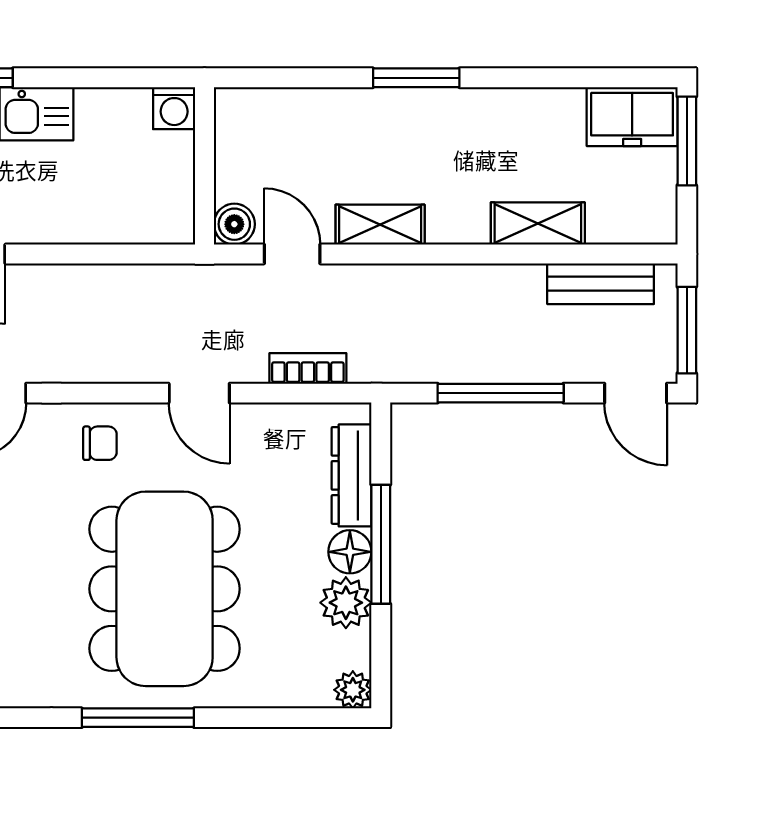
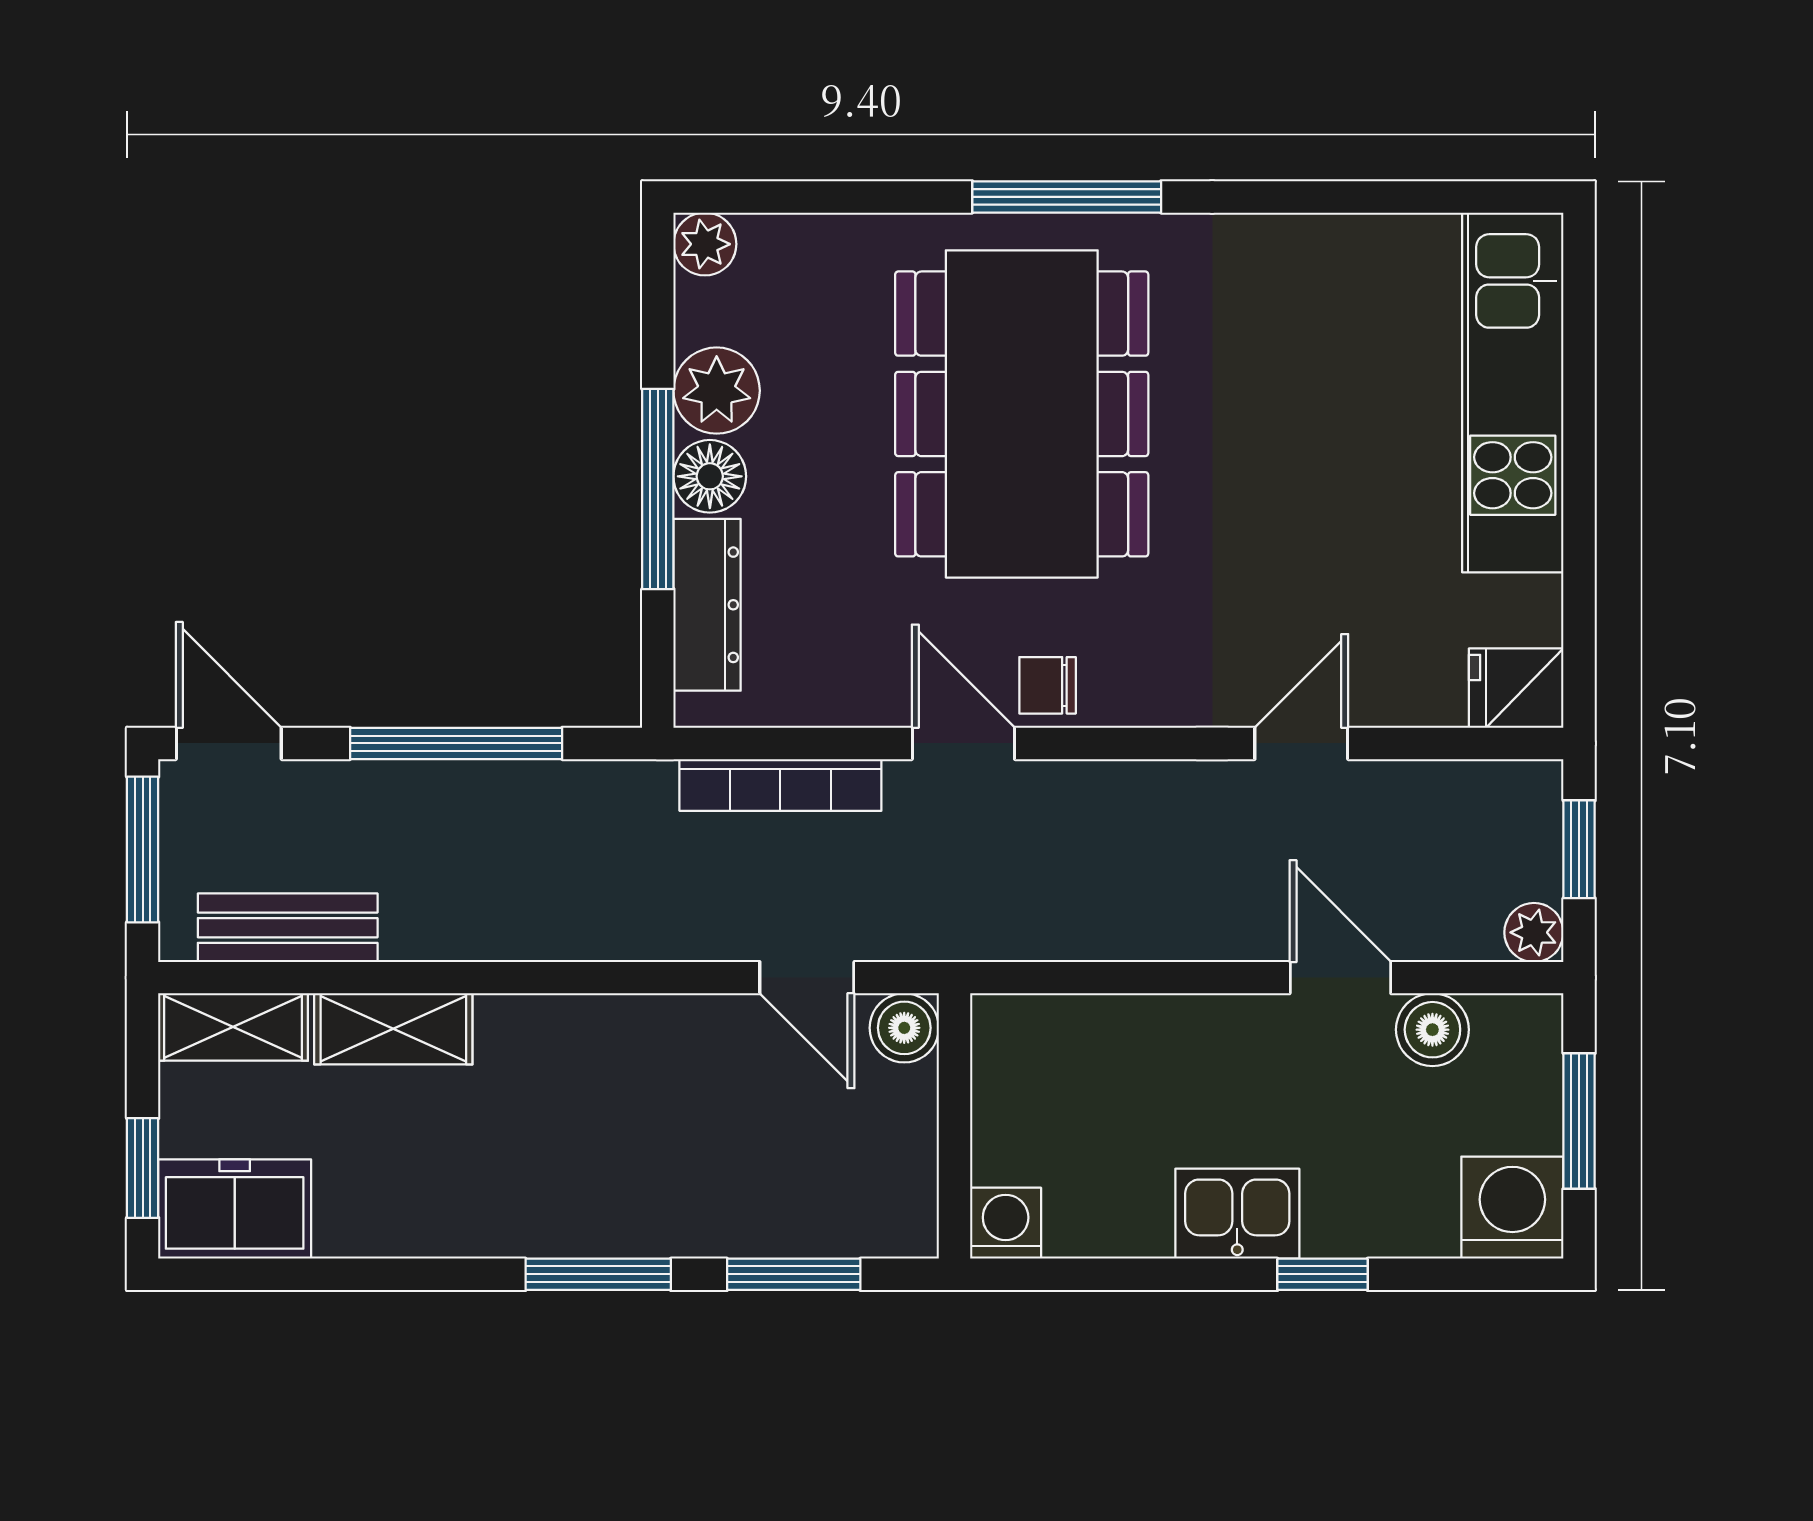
window: (300, 78) -> (794, 1274), added
window: (687, 141) -> (143, 1168), width x0.67
shelving: (380, 225) -> (233, 1027), moved
bookcase: (308, 368) -> (780, 785), width x1.56
chair: (100, 443) -> (1048, 685), moved

